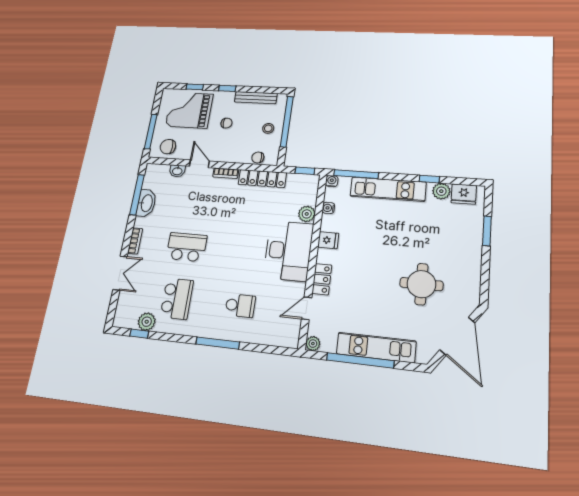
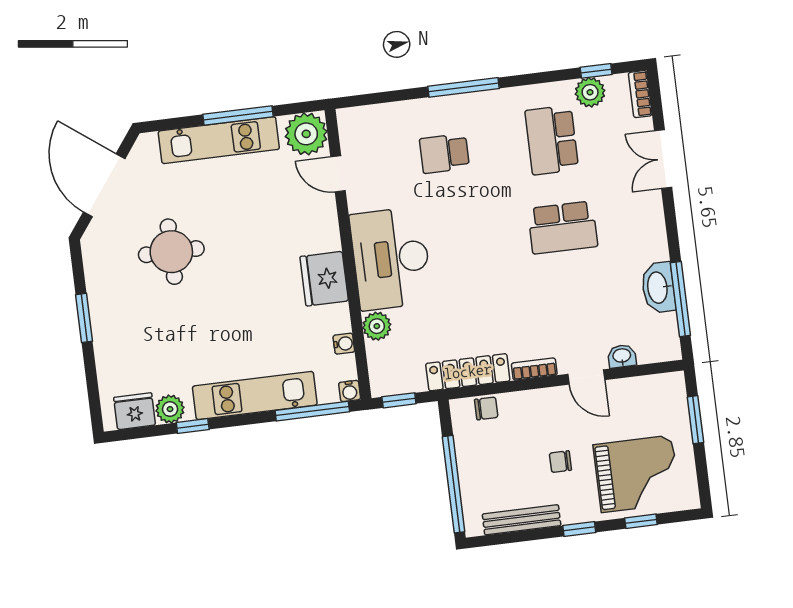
stool: (268, 128) -> (483, 465), removed
window: (151, 132) -> (695, 420), width x0.69
chair: (168, 147) -> (654, 398), removed
window: (487, 231) -> (84, 318), moved
fridge: (328, 240) -> (324, 279), width x1.88, depth x1.34
bookcase: (135, 241) -> (640, 94), moved
locker: (322, 279) -> (326, 225), removed
door: (307, 308) -> (338, 174), swing flipped
plant: (313, 344) -> (306, 134), width x1.88, depth x1.88
window: (360, 360) -> (238, 116), width x0.68

